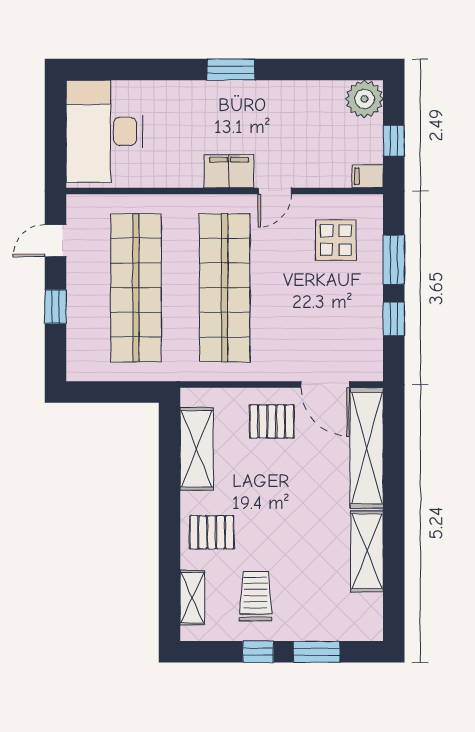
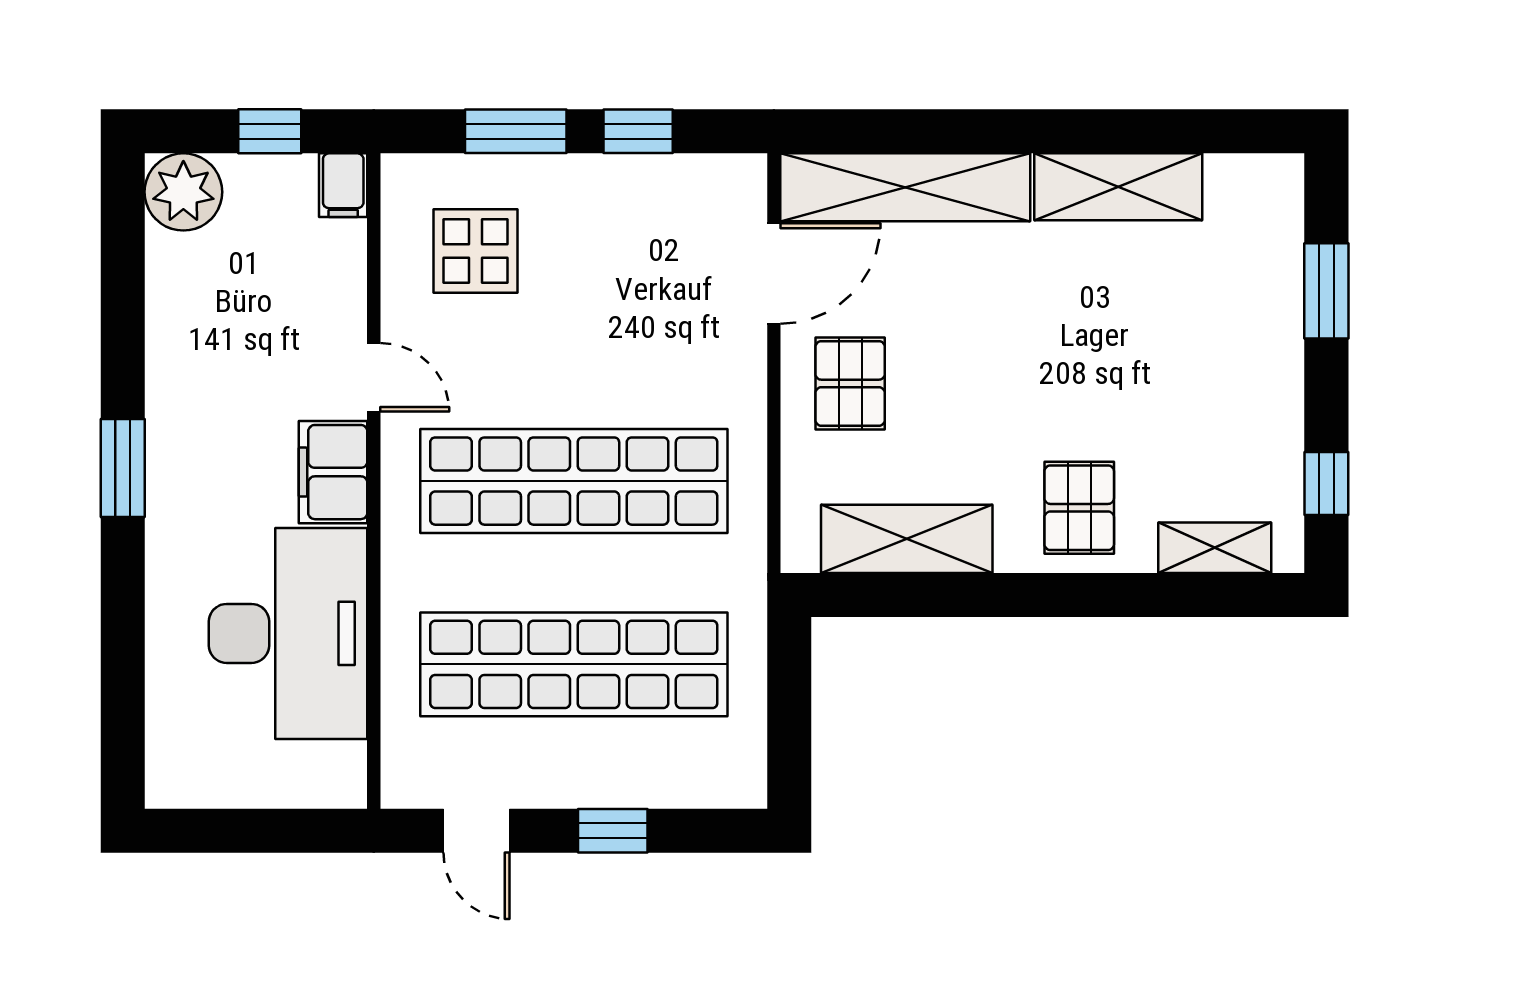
desk: (104, 131) -> (288, 633), moved, turned -90
trolley: (255, 596) -> (1212, 417), removed
window: (258, 652) -> (1326, 483), moved

